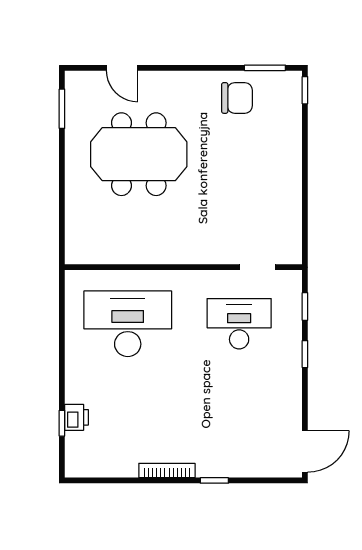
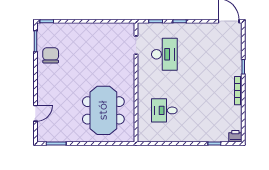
meeting table: (139, 154) -> (103, 110), moved
desk: (128, 324) -> (164, 110), width x0.53, depth x0.77
desk: (239, 324) -> (164, 54), turned 180
printer: (76, 417) -> (235, 136), moved

